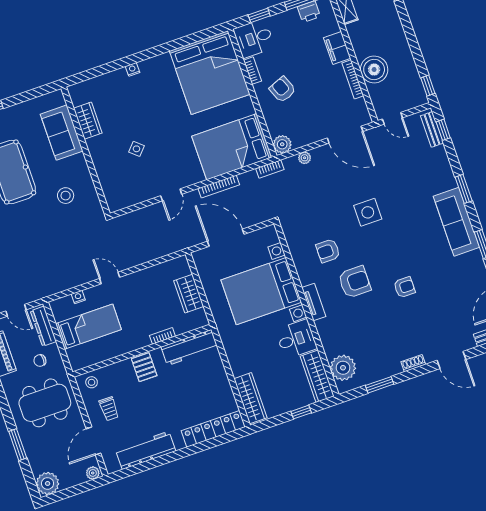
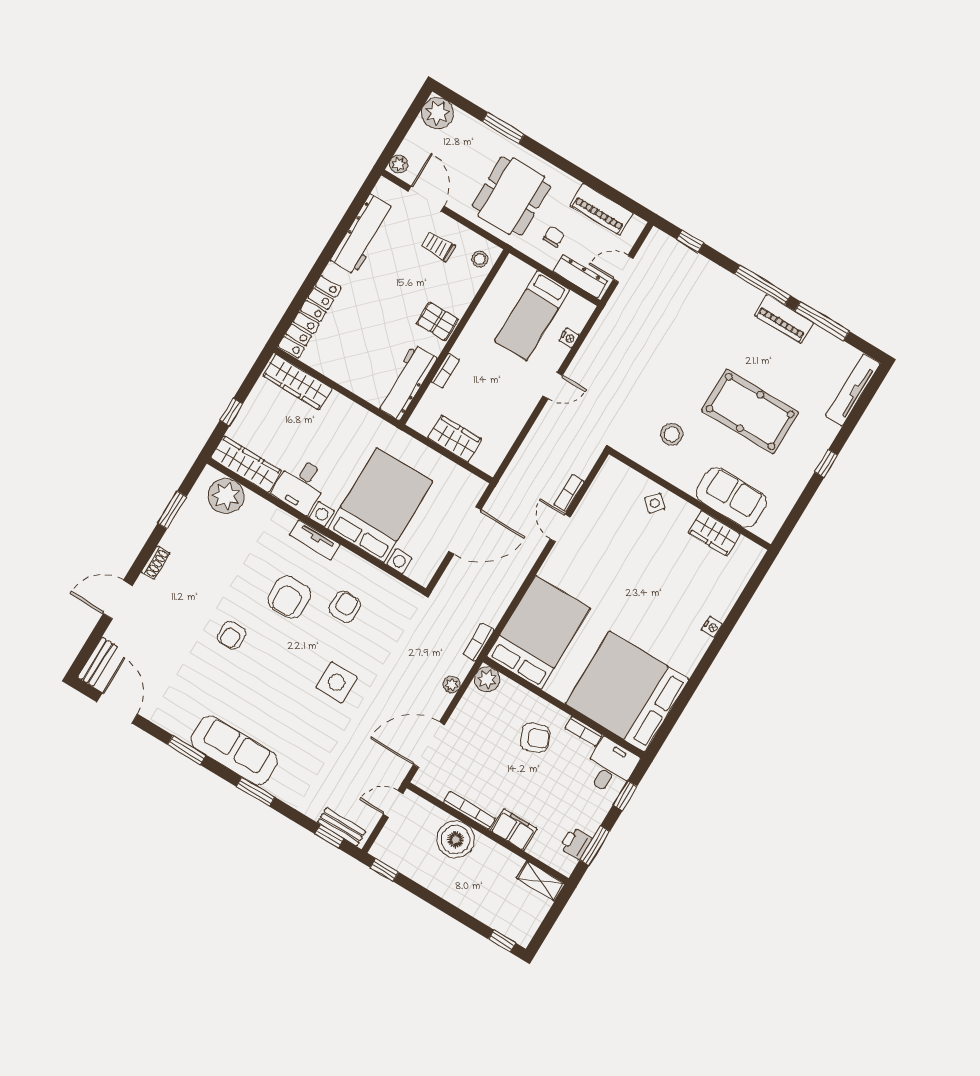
side table: (136, 149) -> (655, 503), moved
bookcase: (219, 186) -> (569, 493), moved, width x0.64

